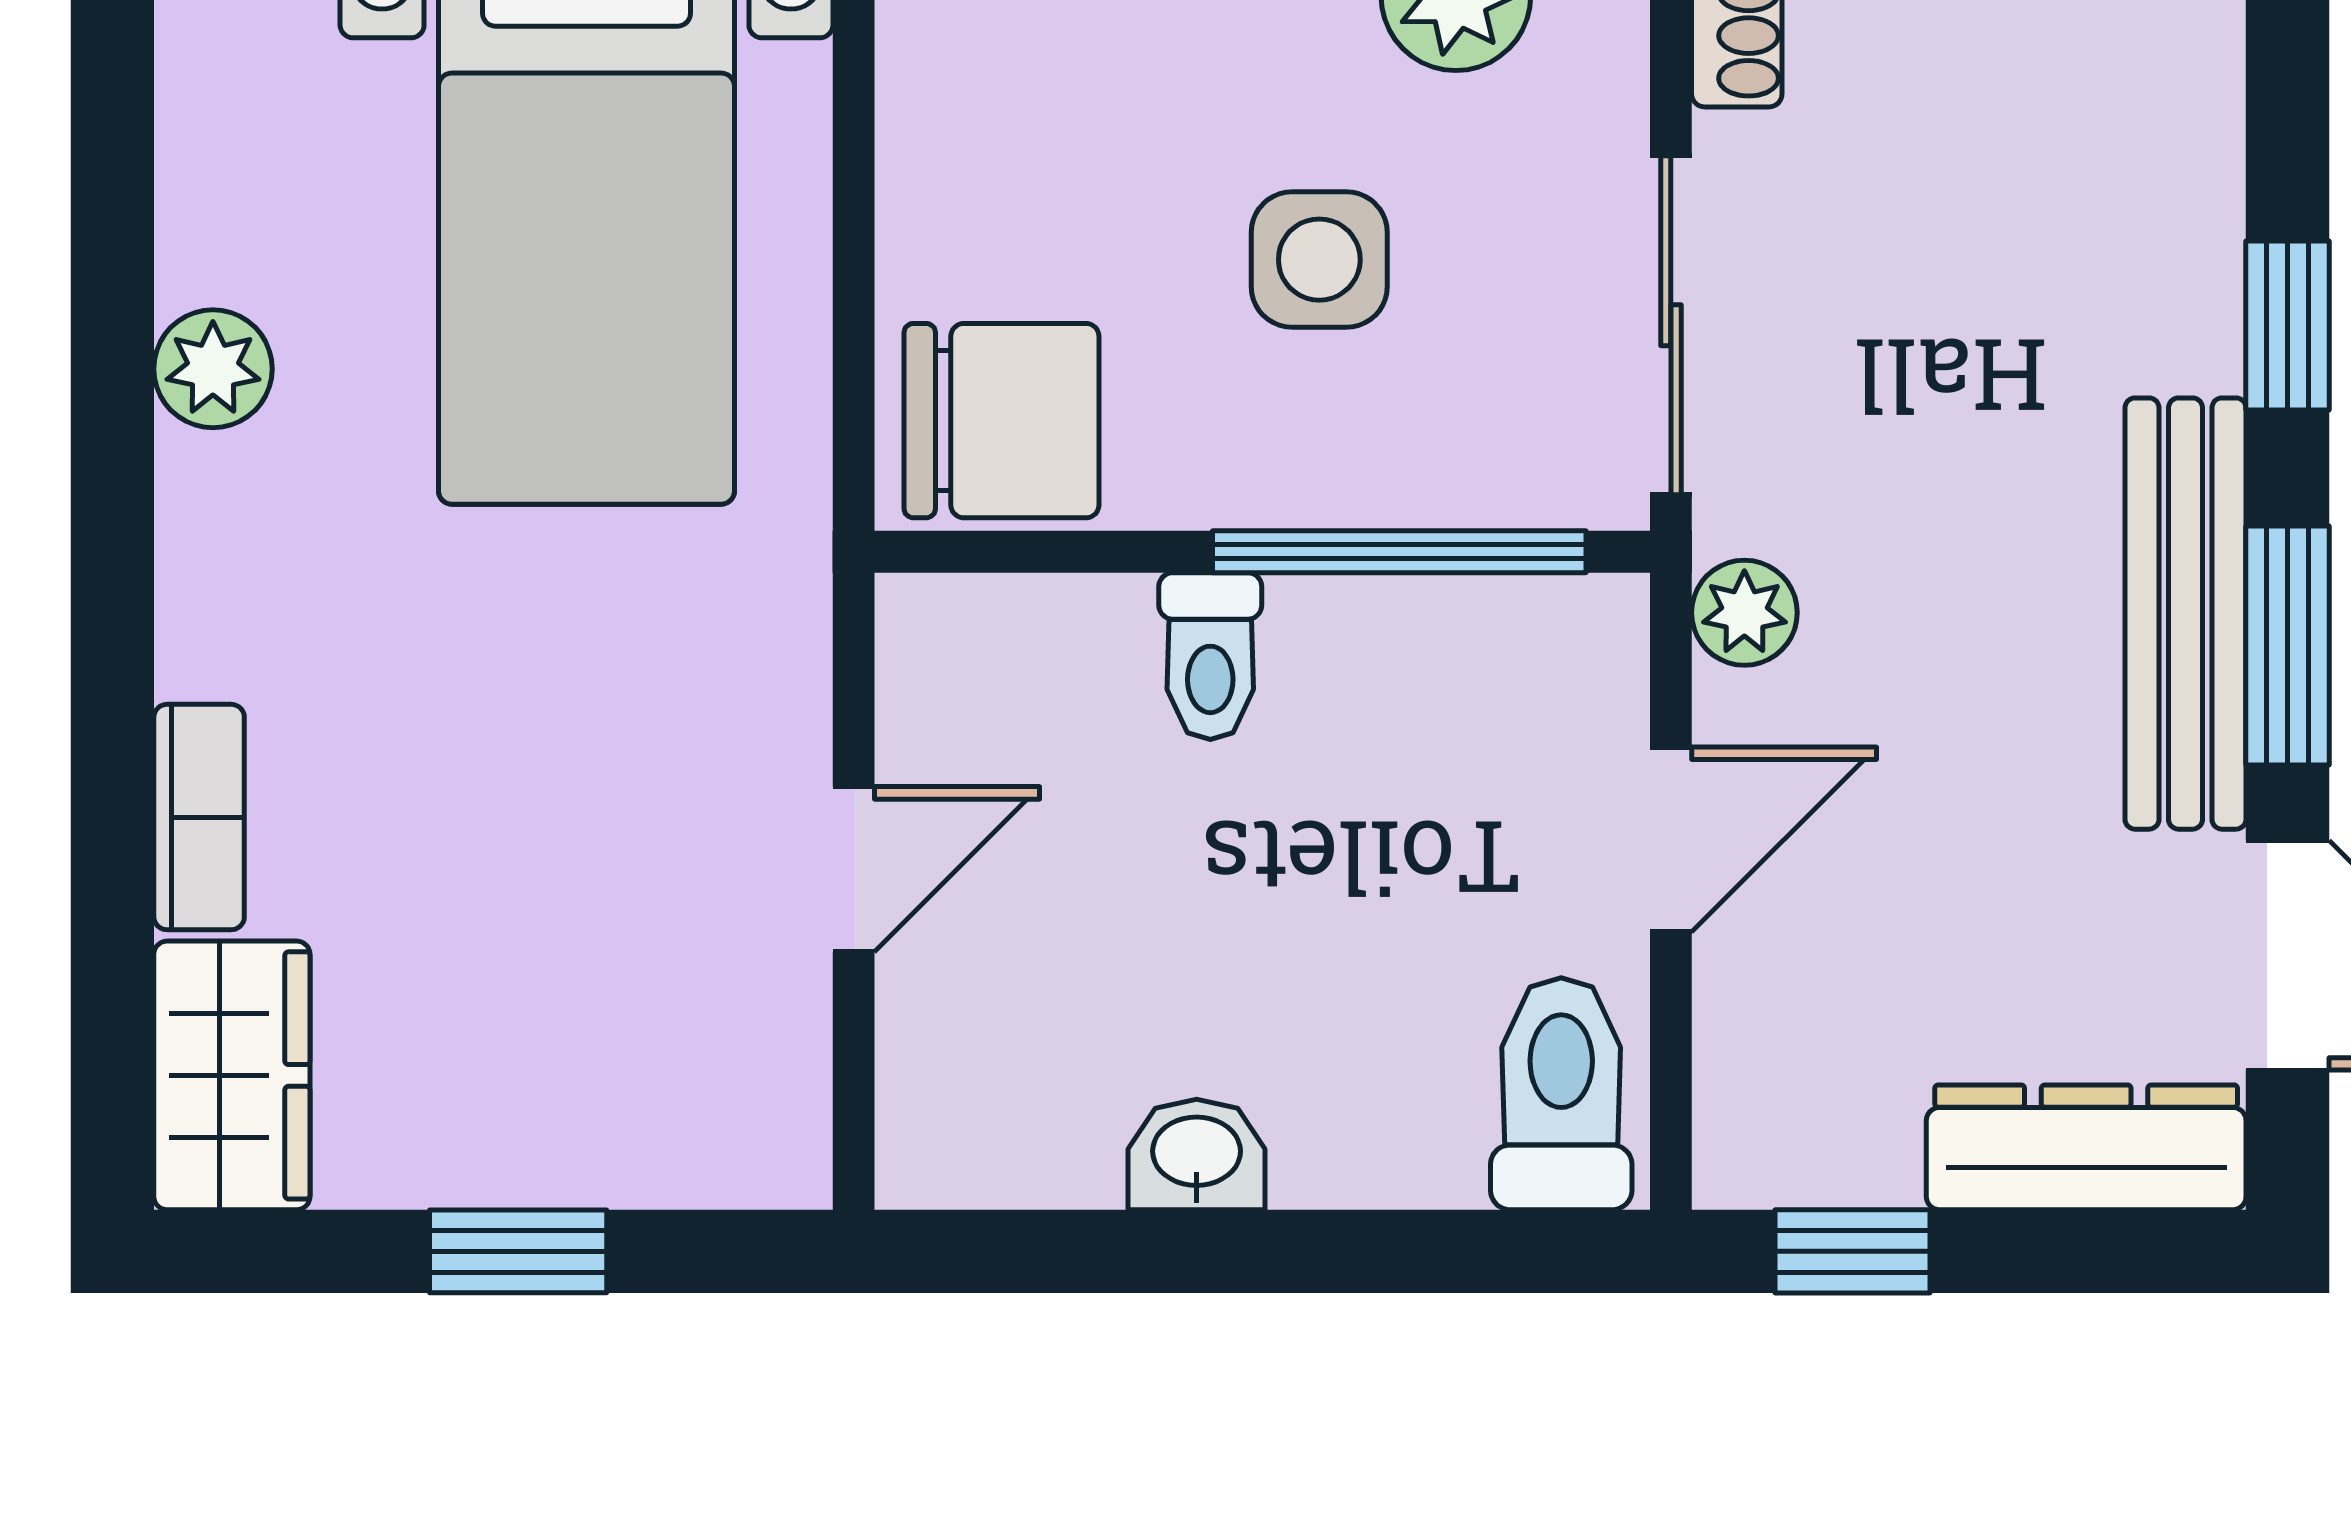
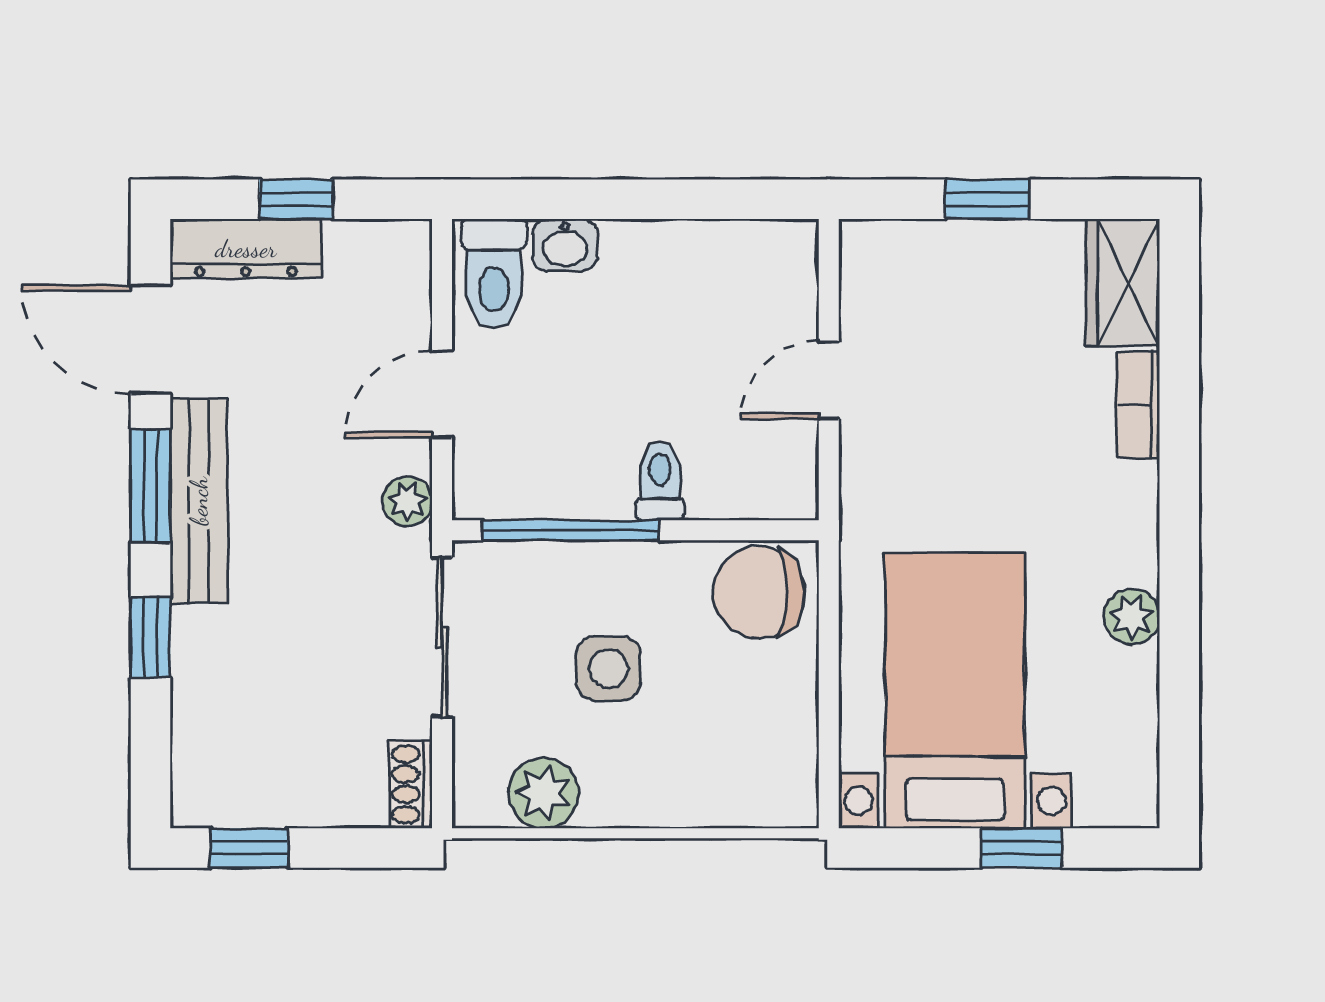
washbasin: (1197, 1155) -> (565, 245), moved
window: (1852, 1251) -> (296, 199), moved

